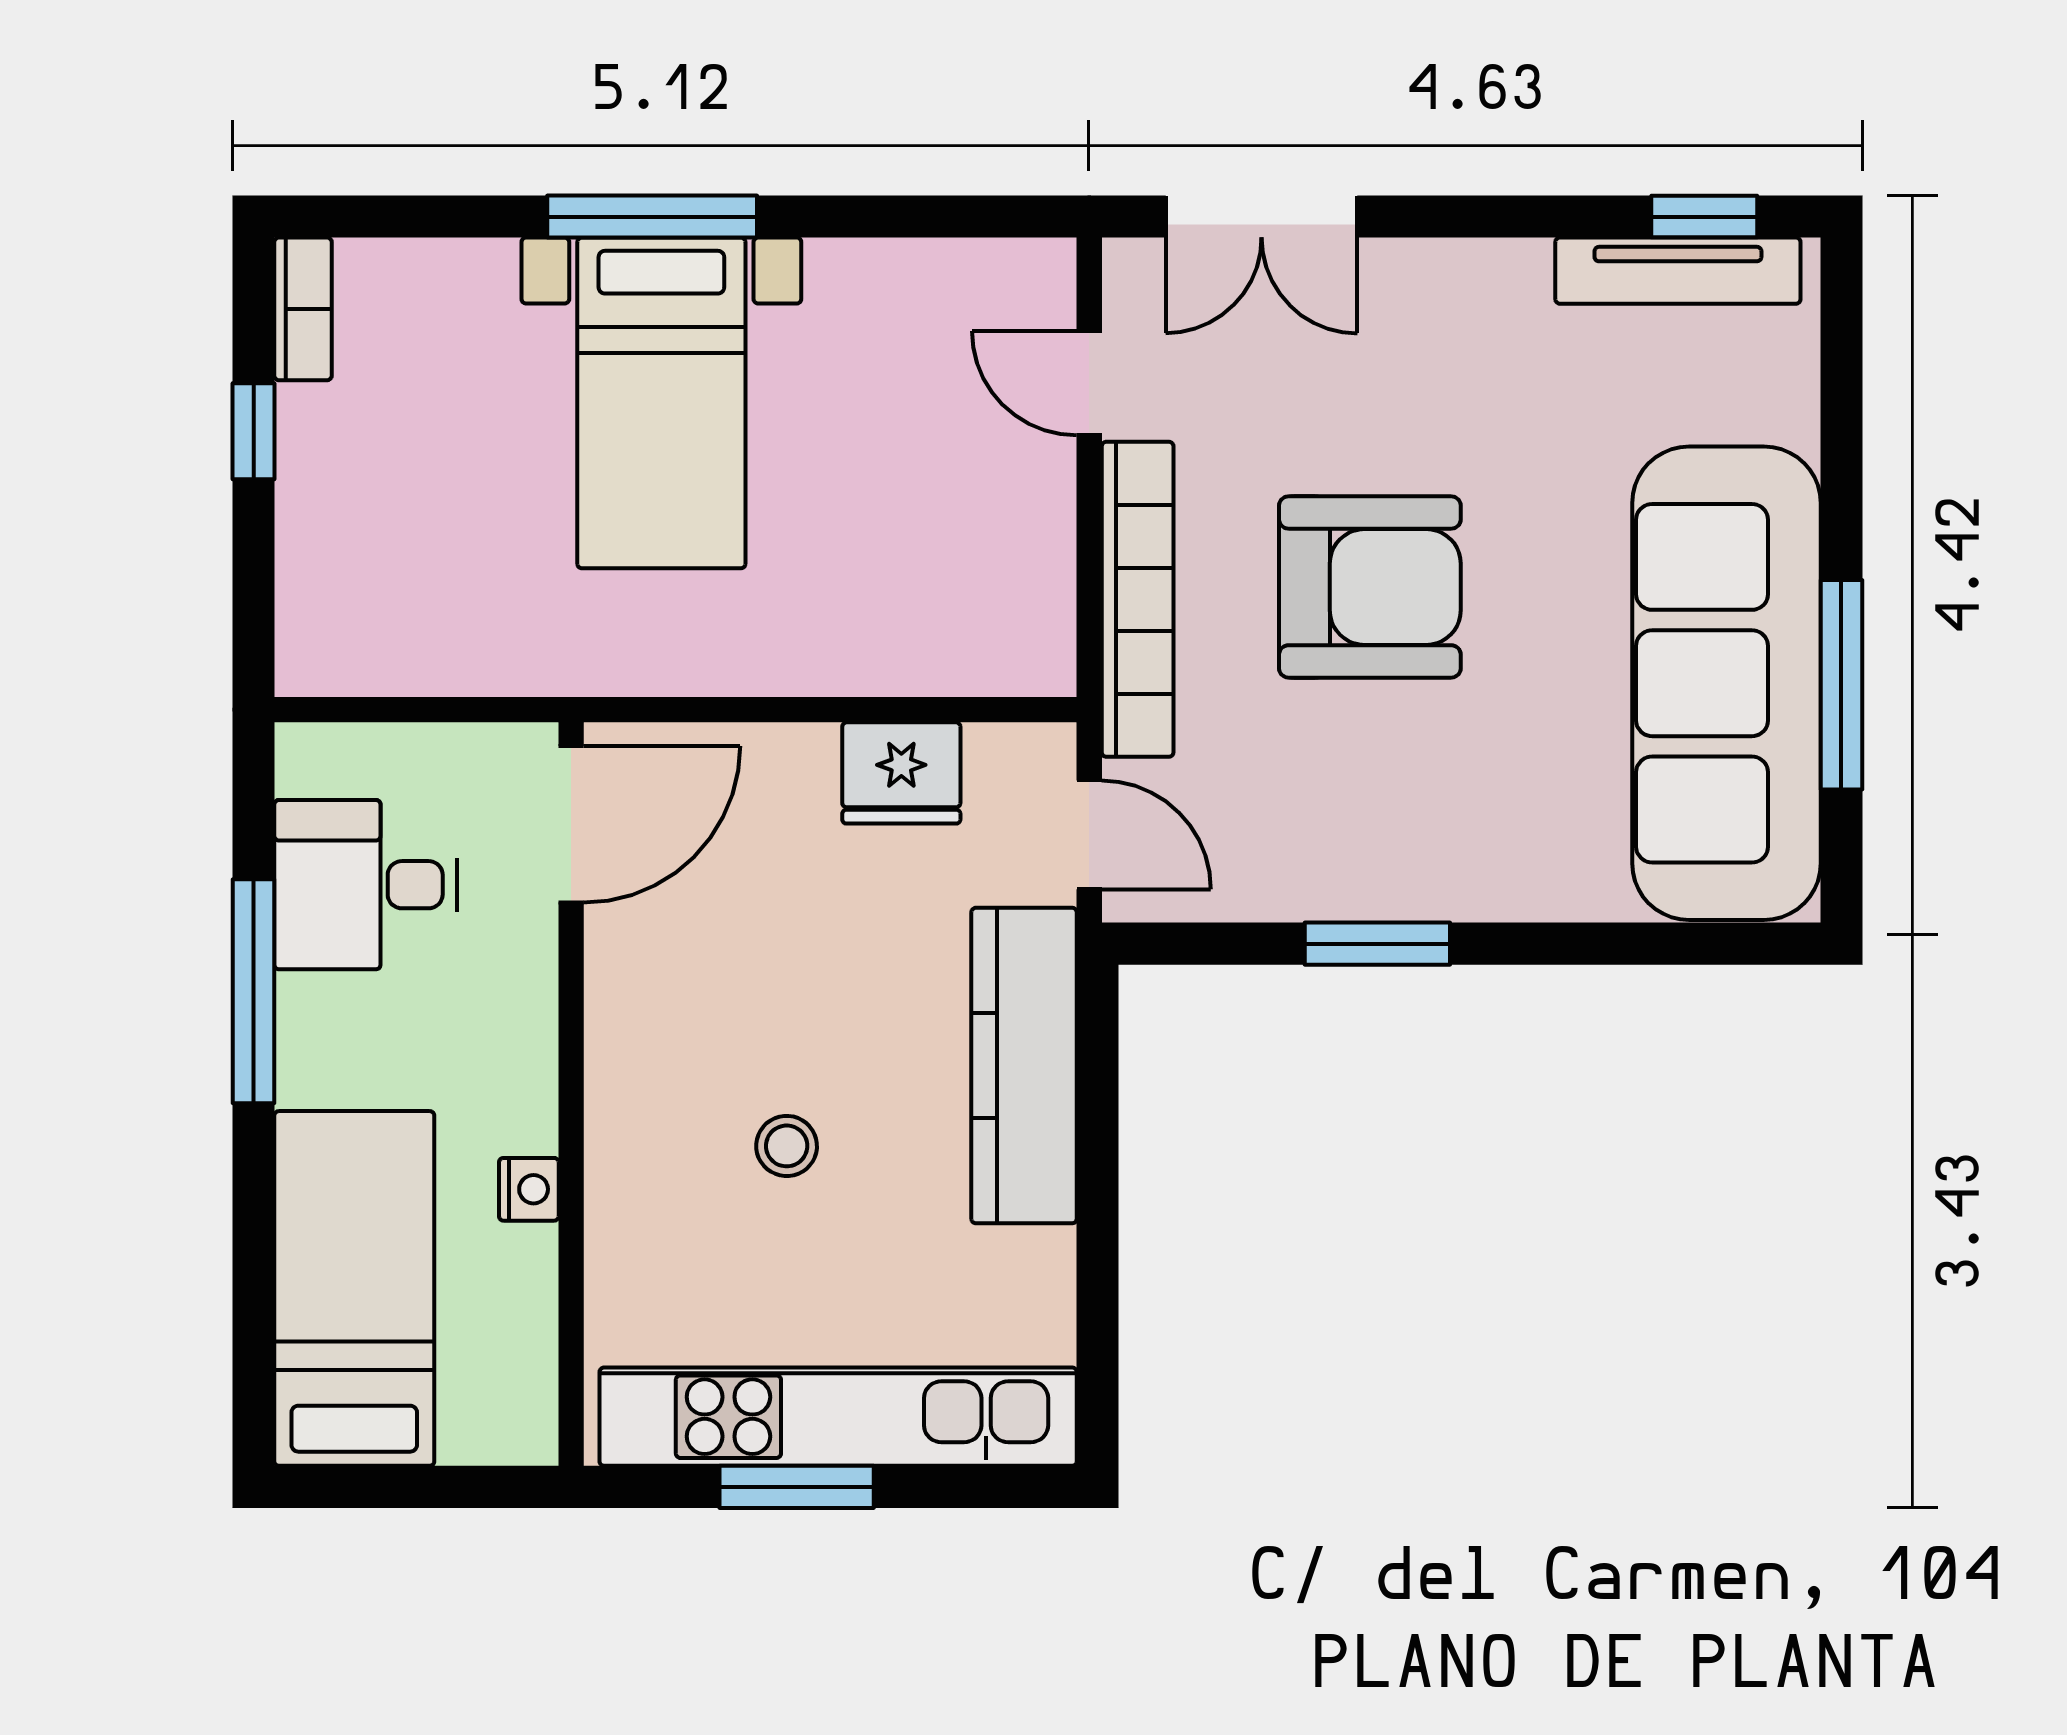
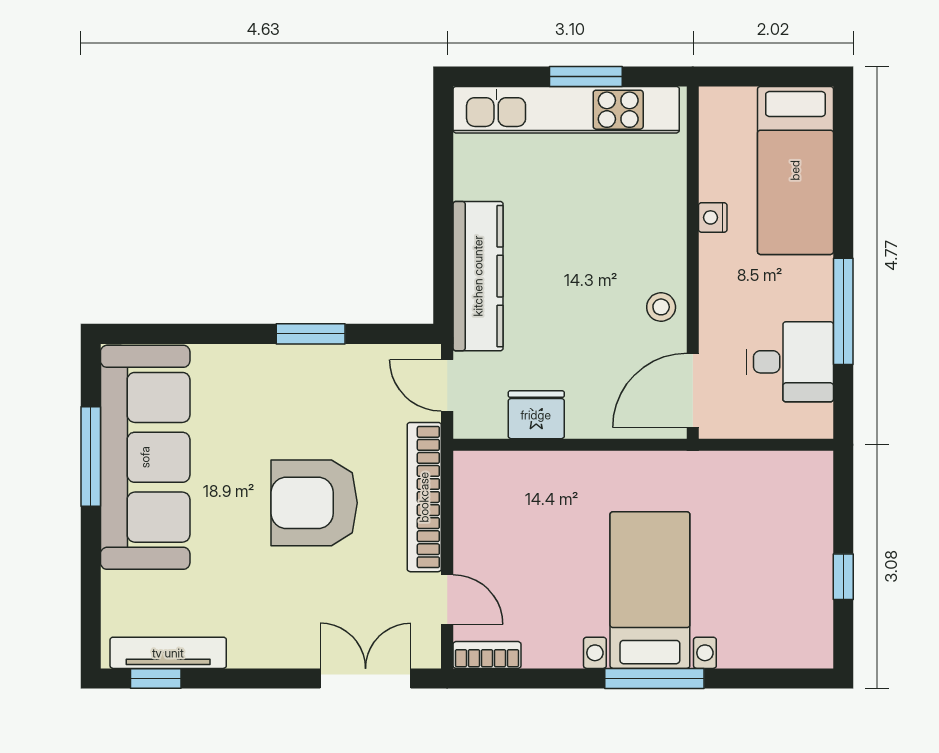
bookcase: (303, 309) -> (487, 655), moved, turned 90
stool: (787, 1146) -> (661, 307), moved

